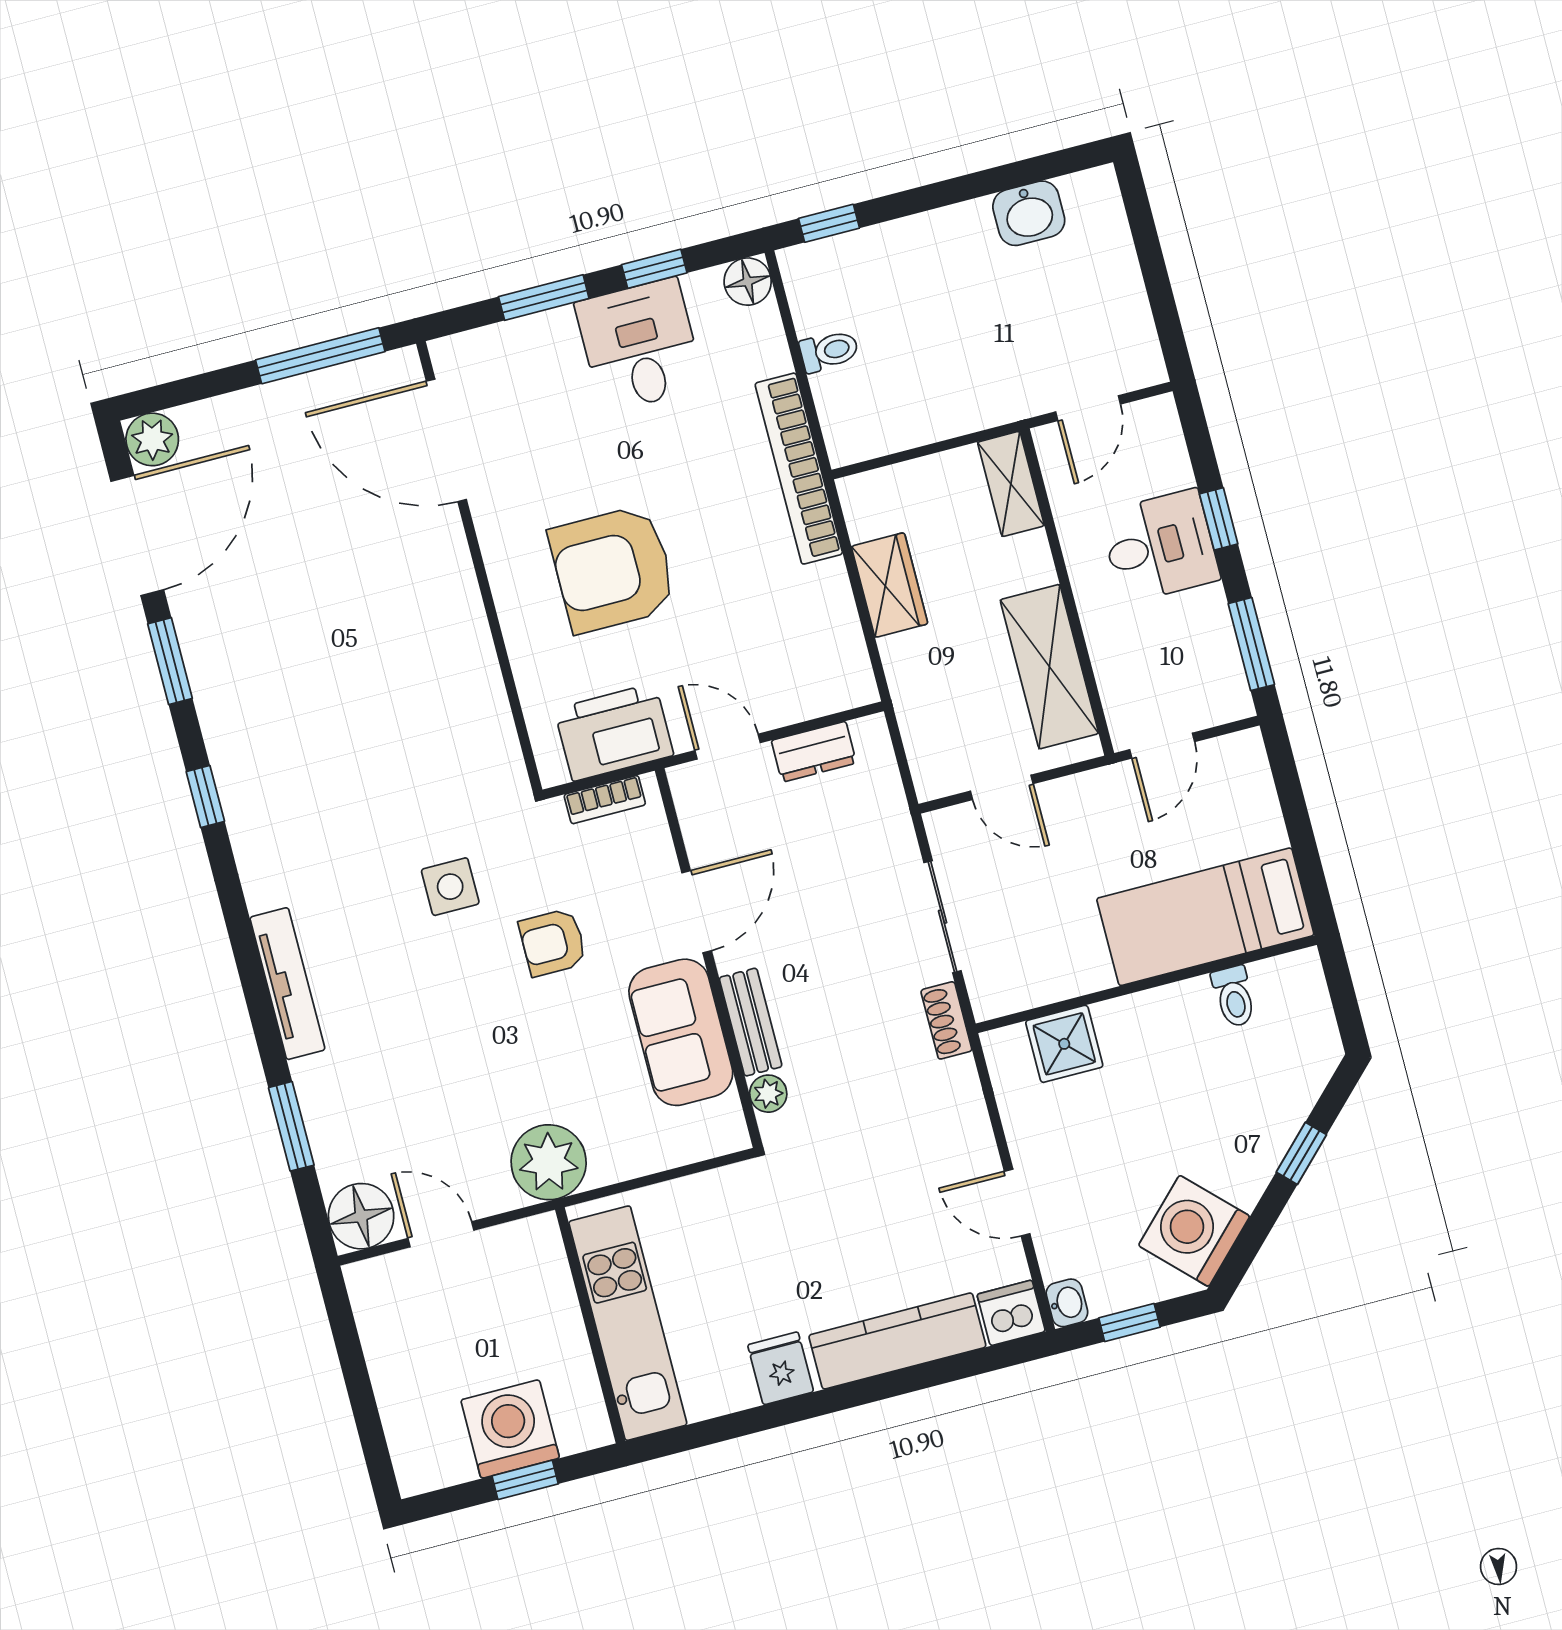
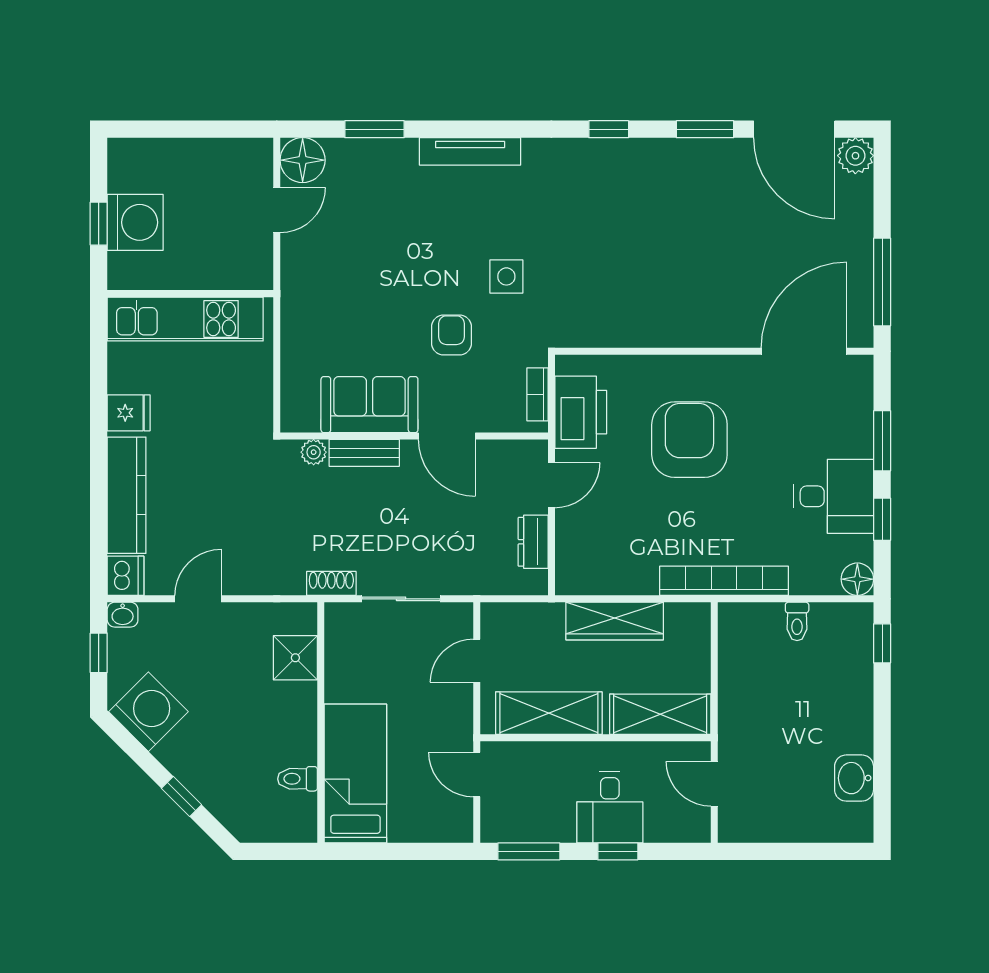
shelving: (1011, 484) -> (660, 714), width x1.50, depth x1.33
wardrobe: (890, 585) -> (615, 621), width x1.50
plant: (549, 1162) -> (306, 294), removed

